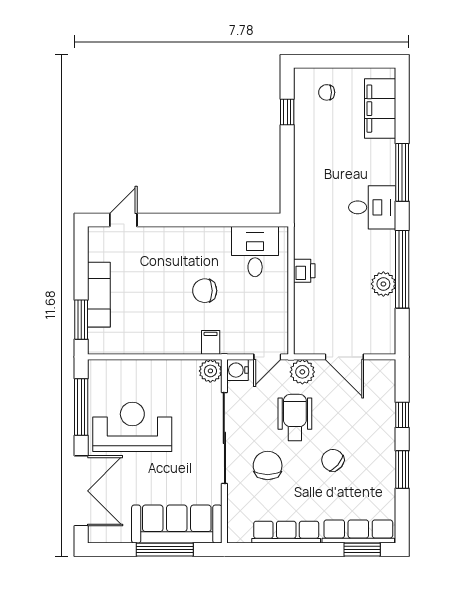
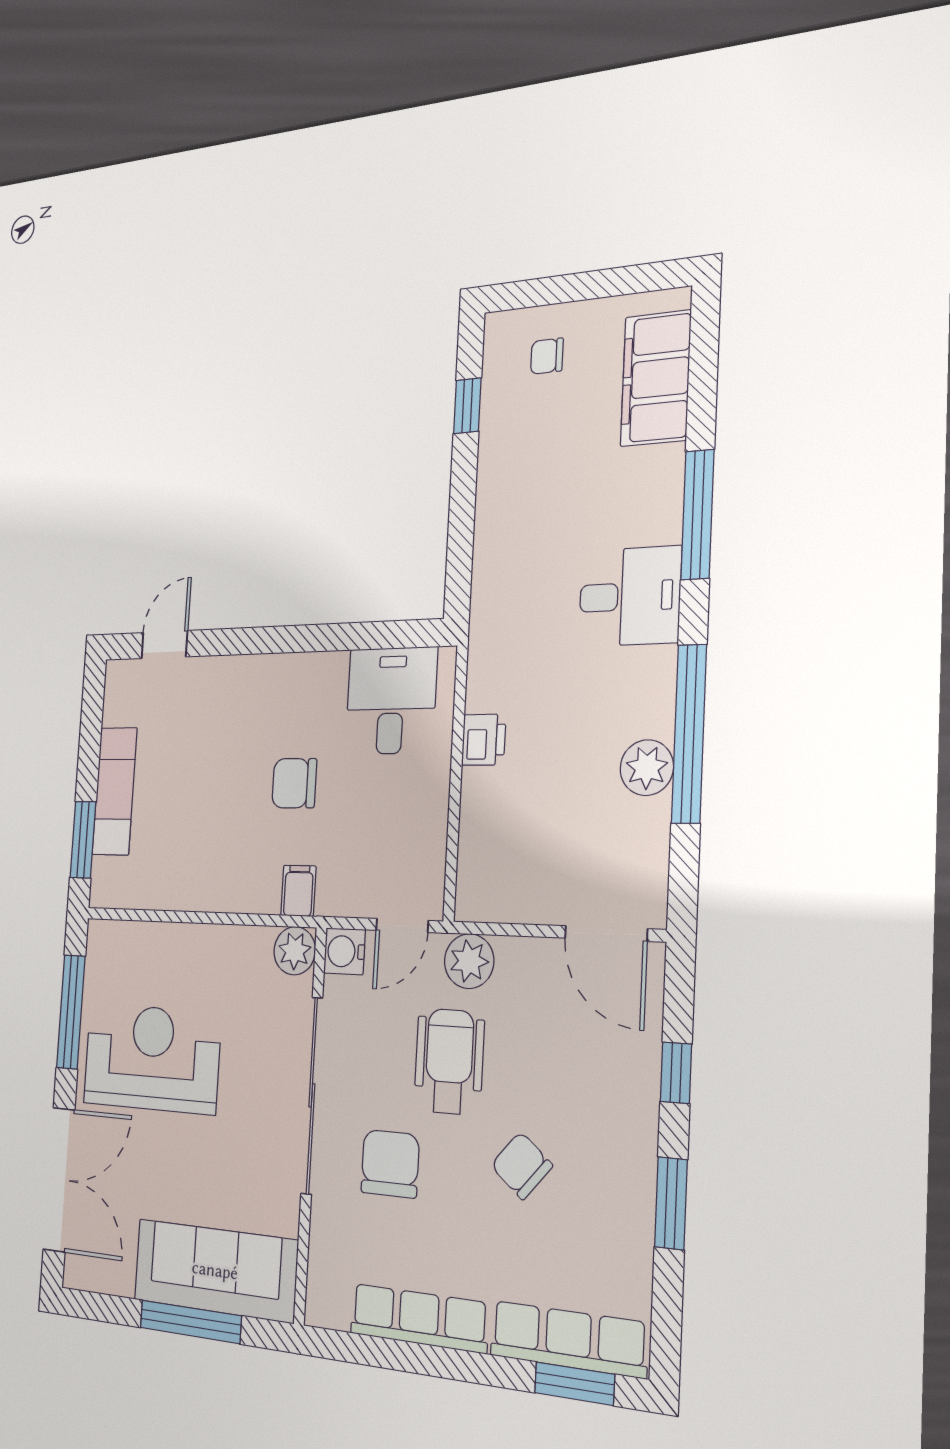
door: (344, 357) -> (606, 933), moved

